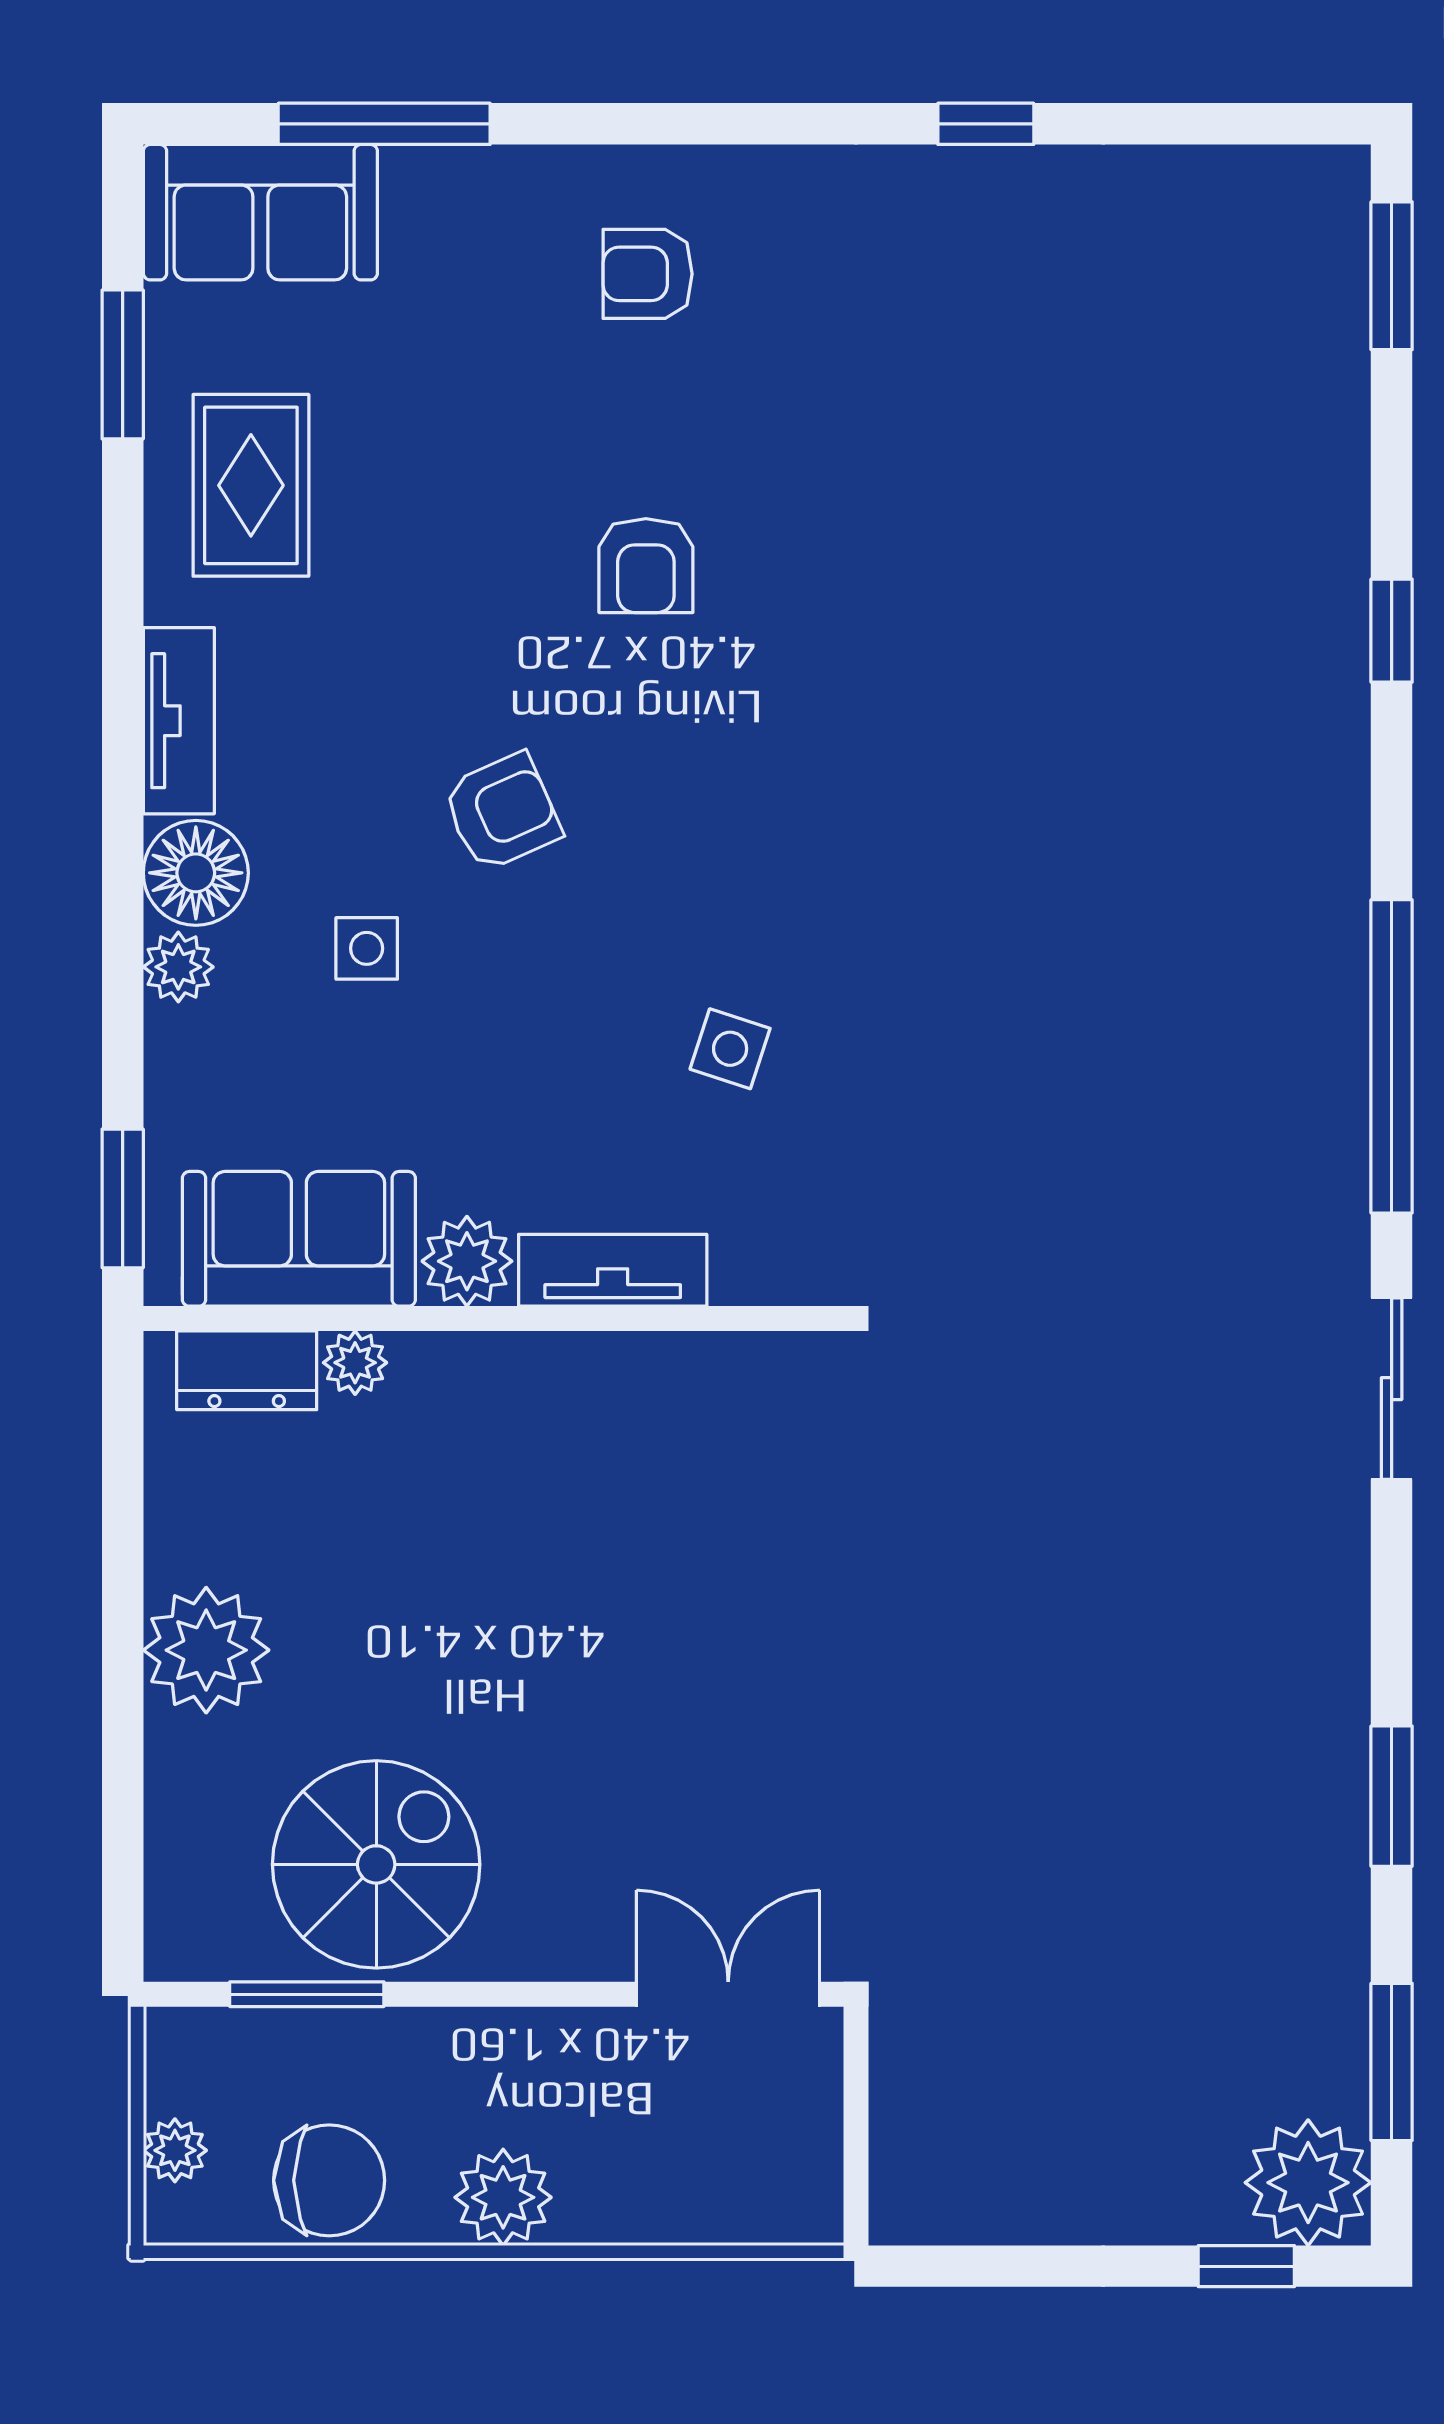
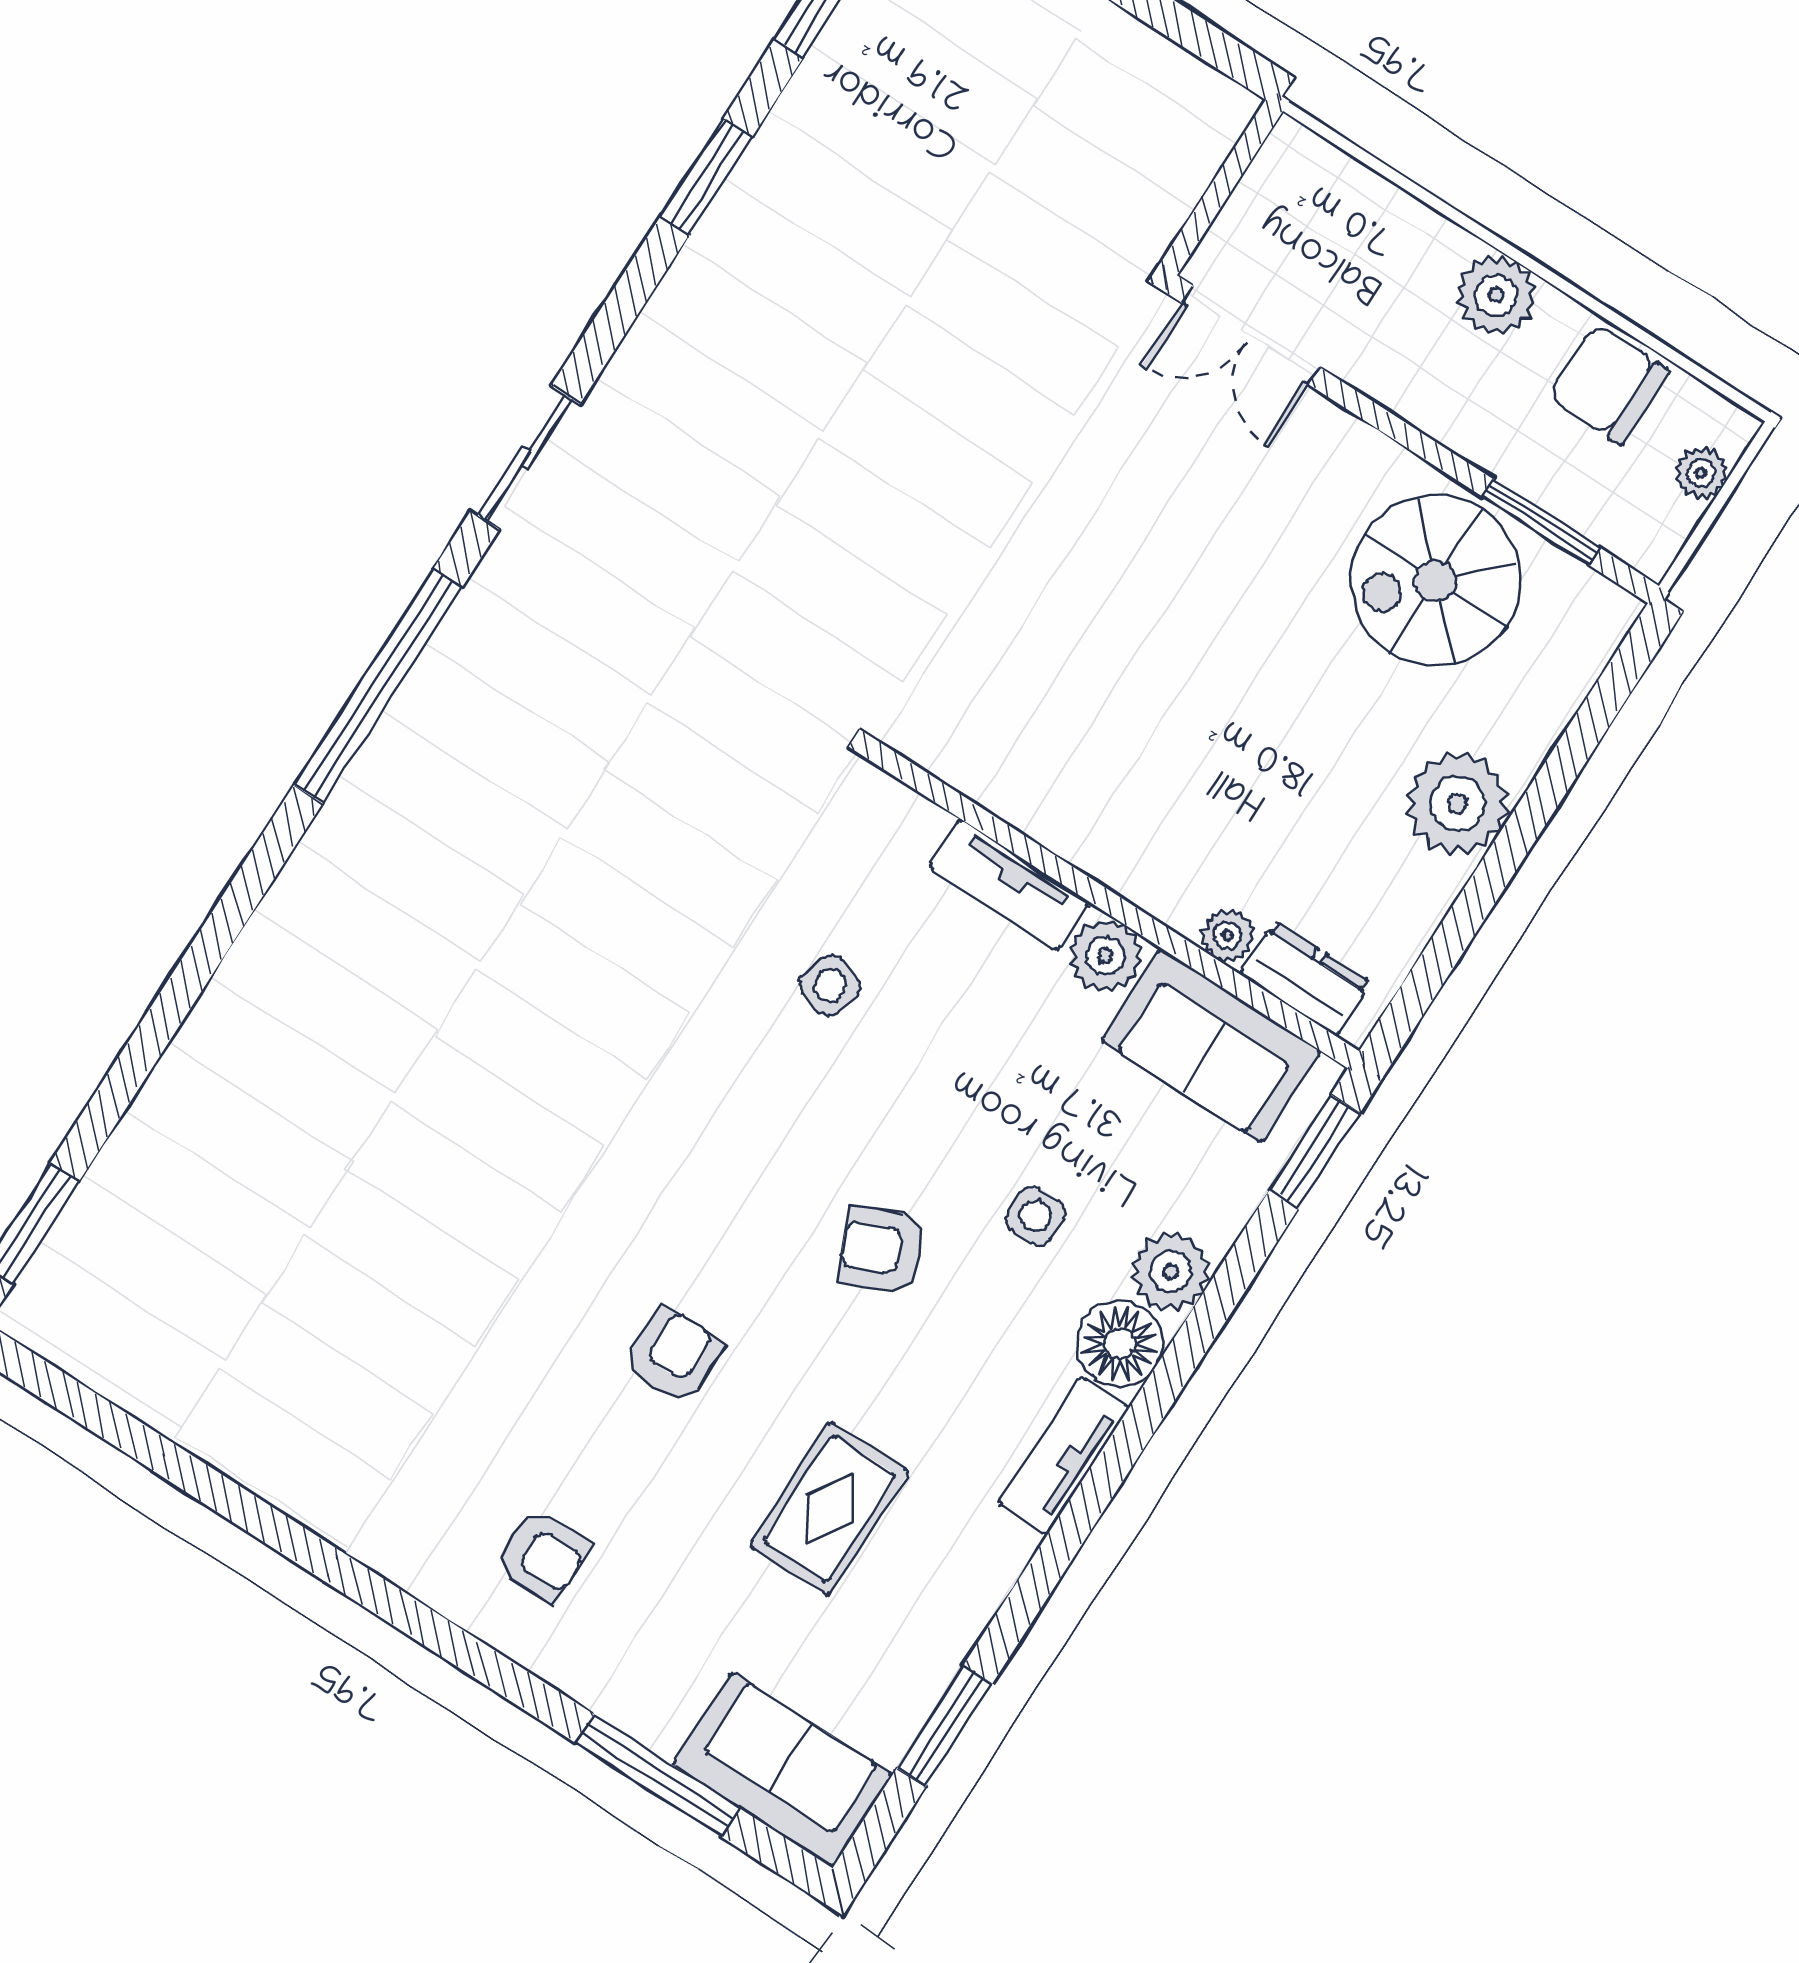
window: (986, 124) -> (243, 1509), removed
rug: (251, 485) -> (829, 1508), moved
window: (1392, 631) -> (189, 980), removed
plant: (178, 967) -> (1170, 1272), width x1.38, depth x1.38

